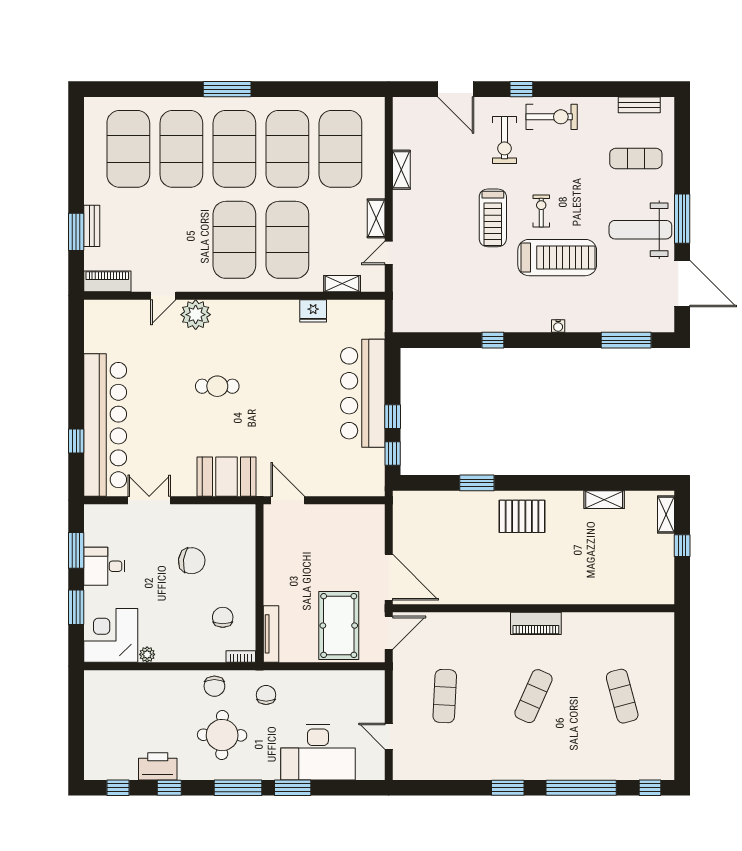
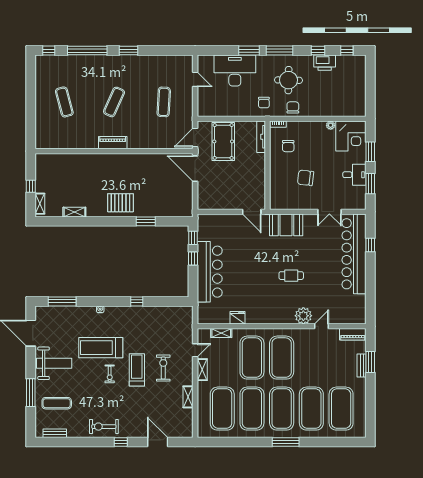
exercise bike: (504, 140) -> (163, 368), moved
window: (682, 219) -> (31, 393), moved

